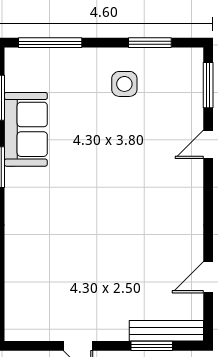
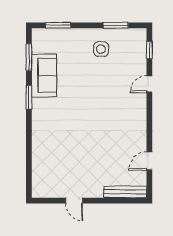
window: (50, 43) -> (58, 25), width x0.69
window: (208, 85) -> (149, 50), width x0.67
window: (152, 346) -> (117, 201), removed

